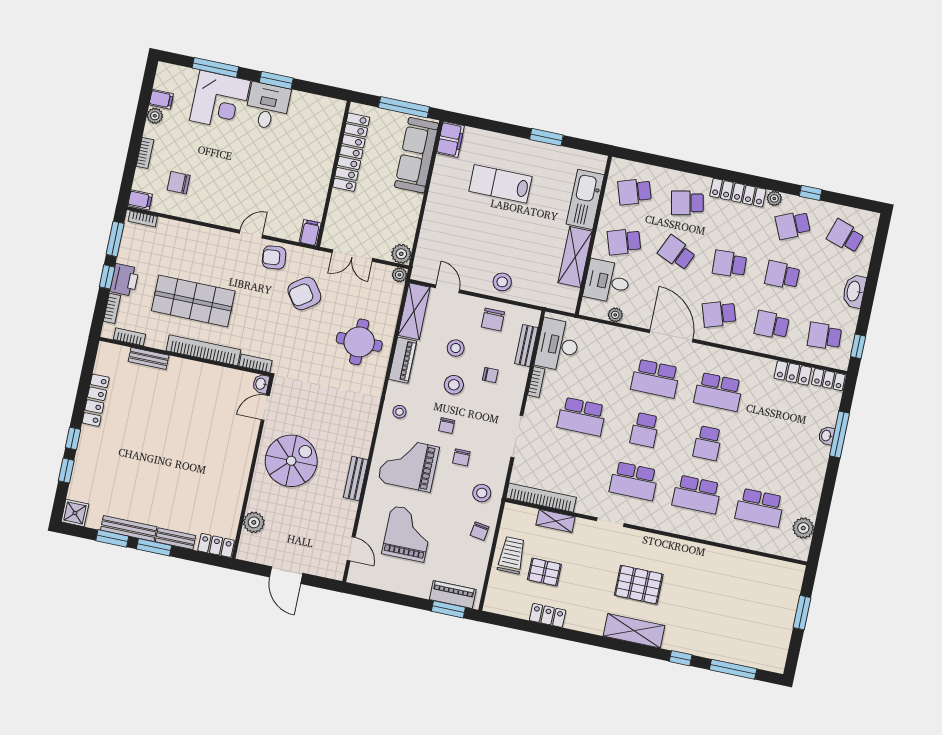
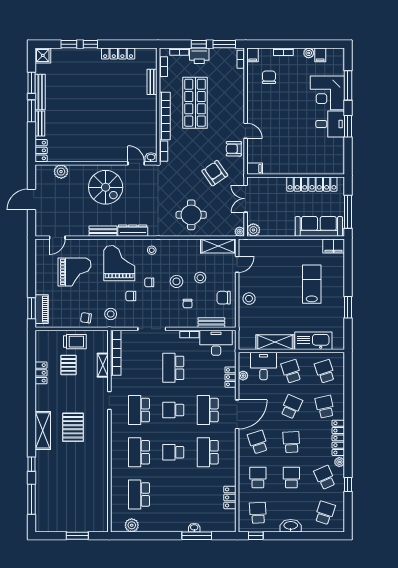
armchair: (274, 257) -> (234, 149), turned -84
piano: (403, 360) -> (185, 245), removed
locker: (828, 380) -> (230, 377), moved
dresser: (364, 434) -> (133, 231), added

